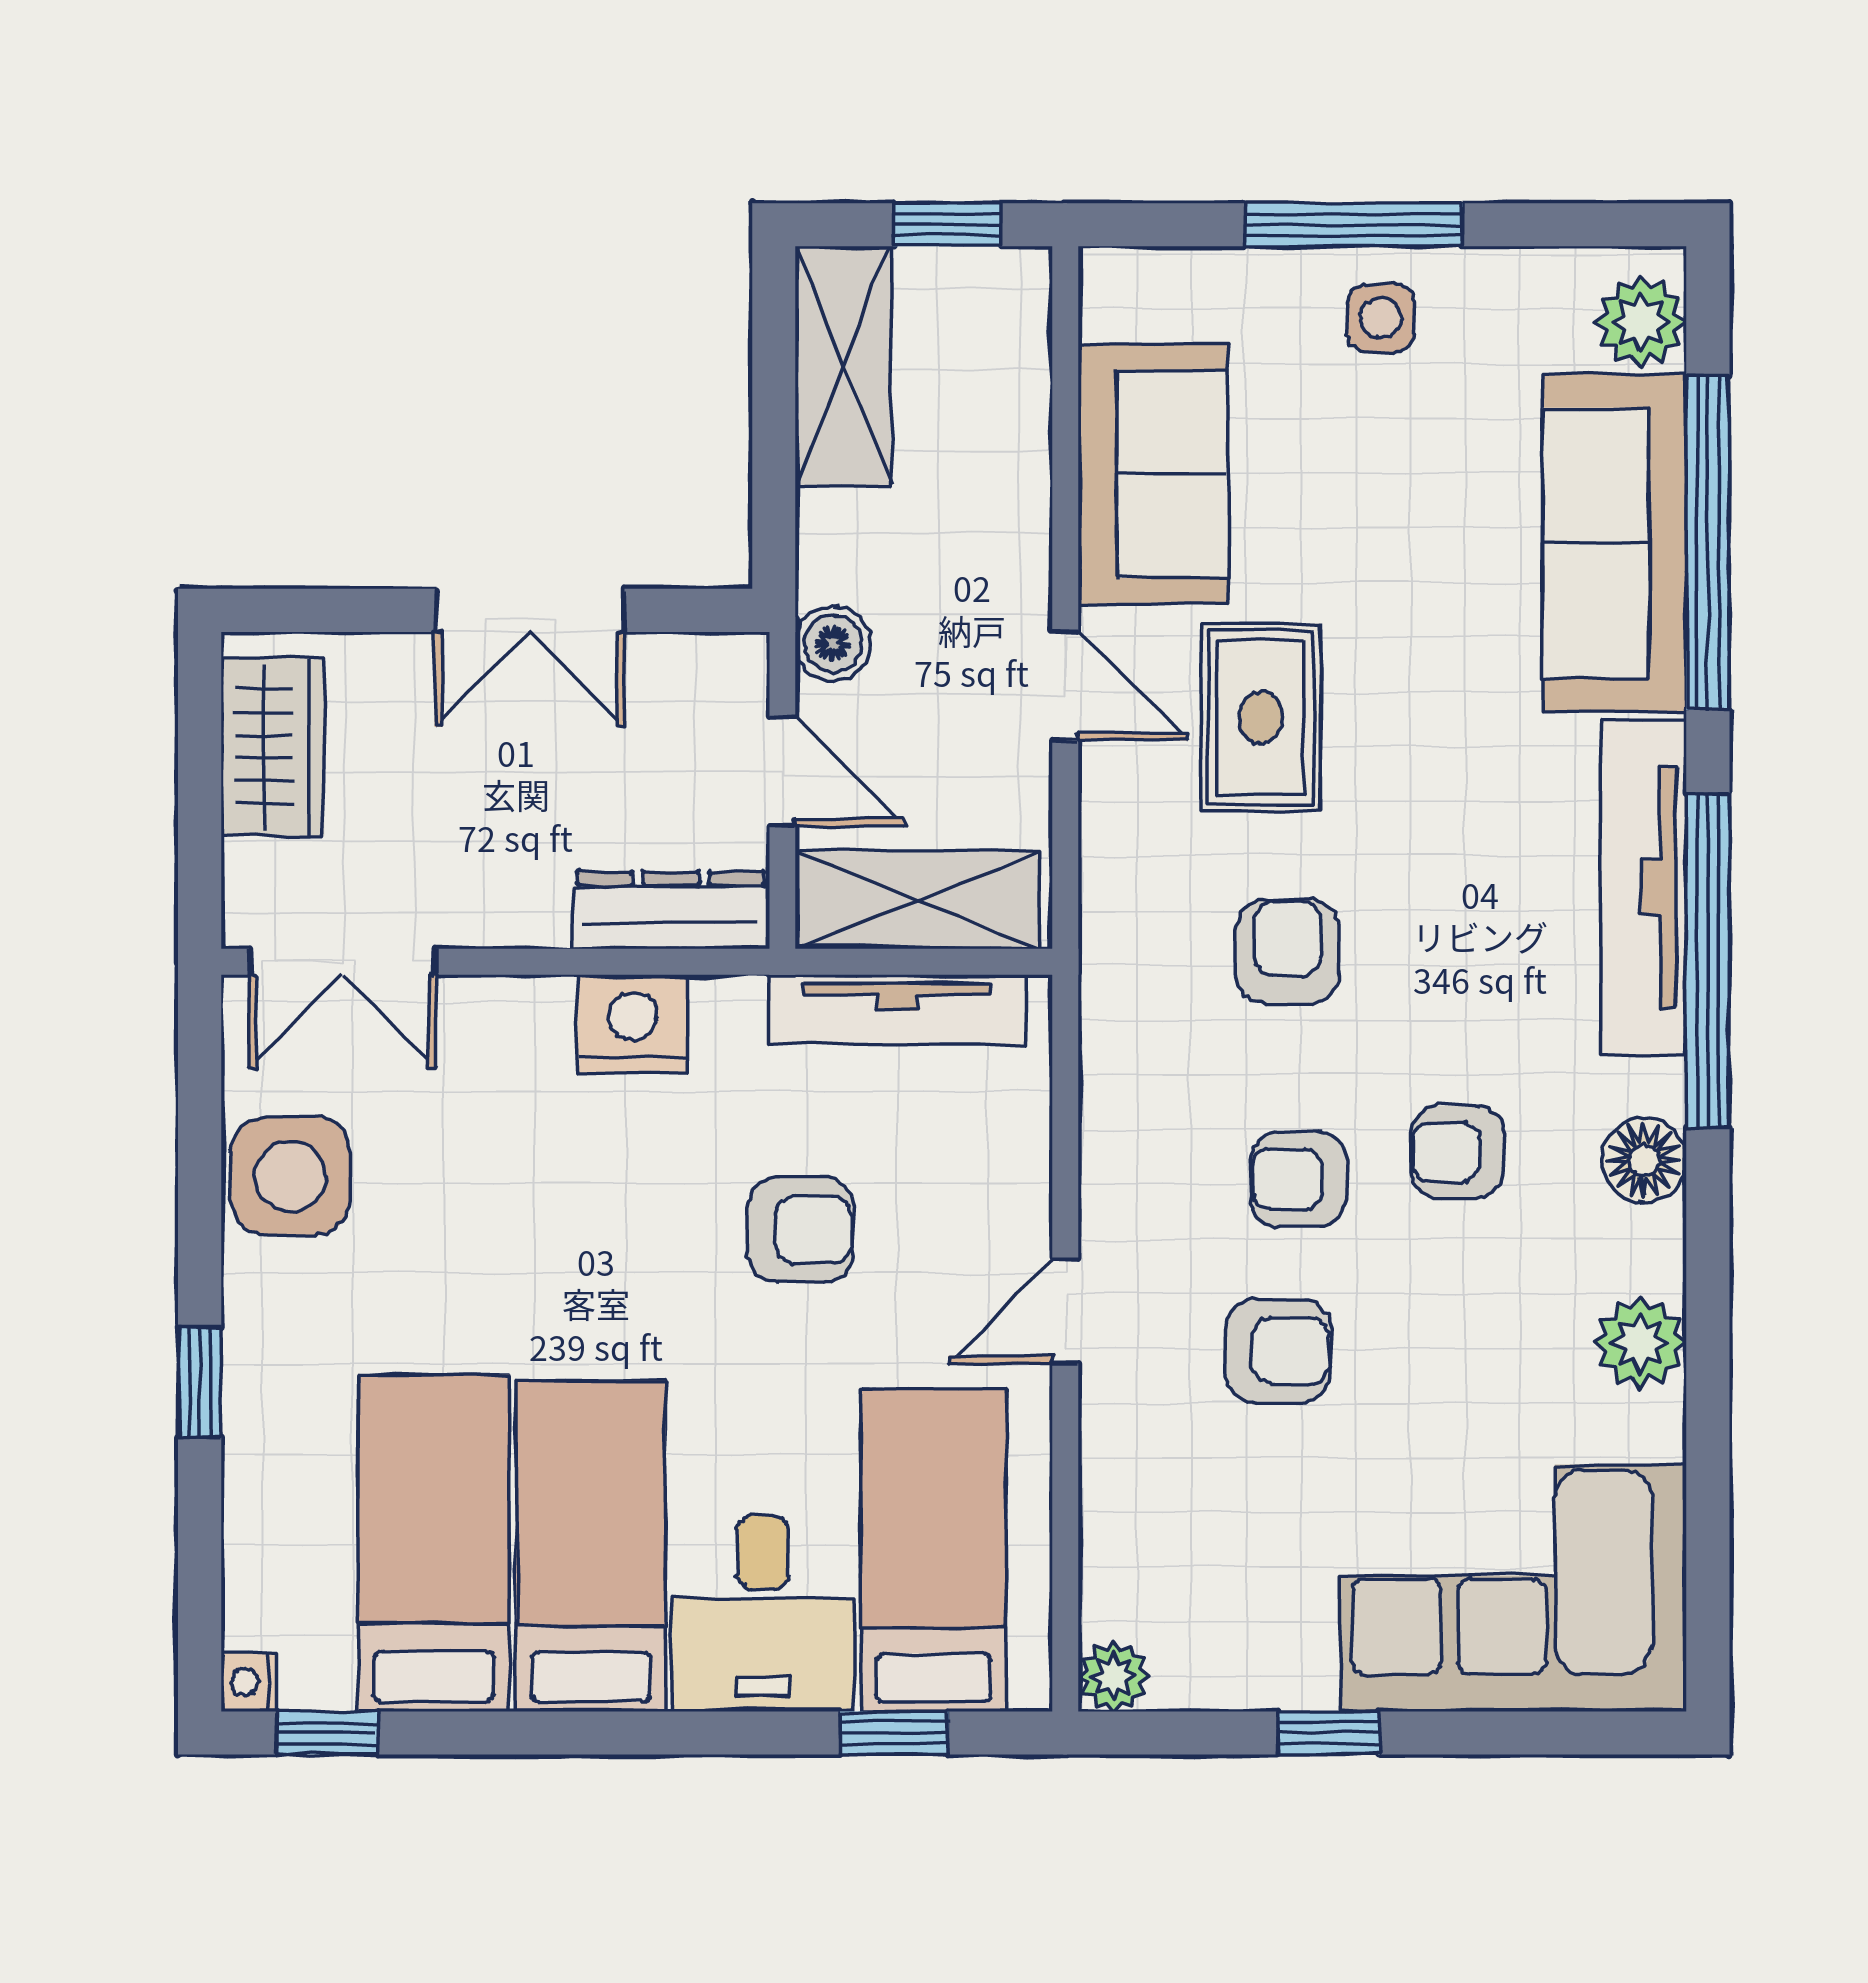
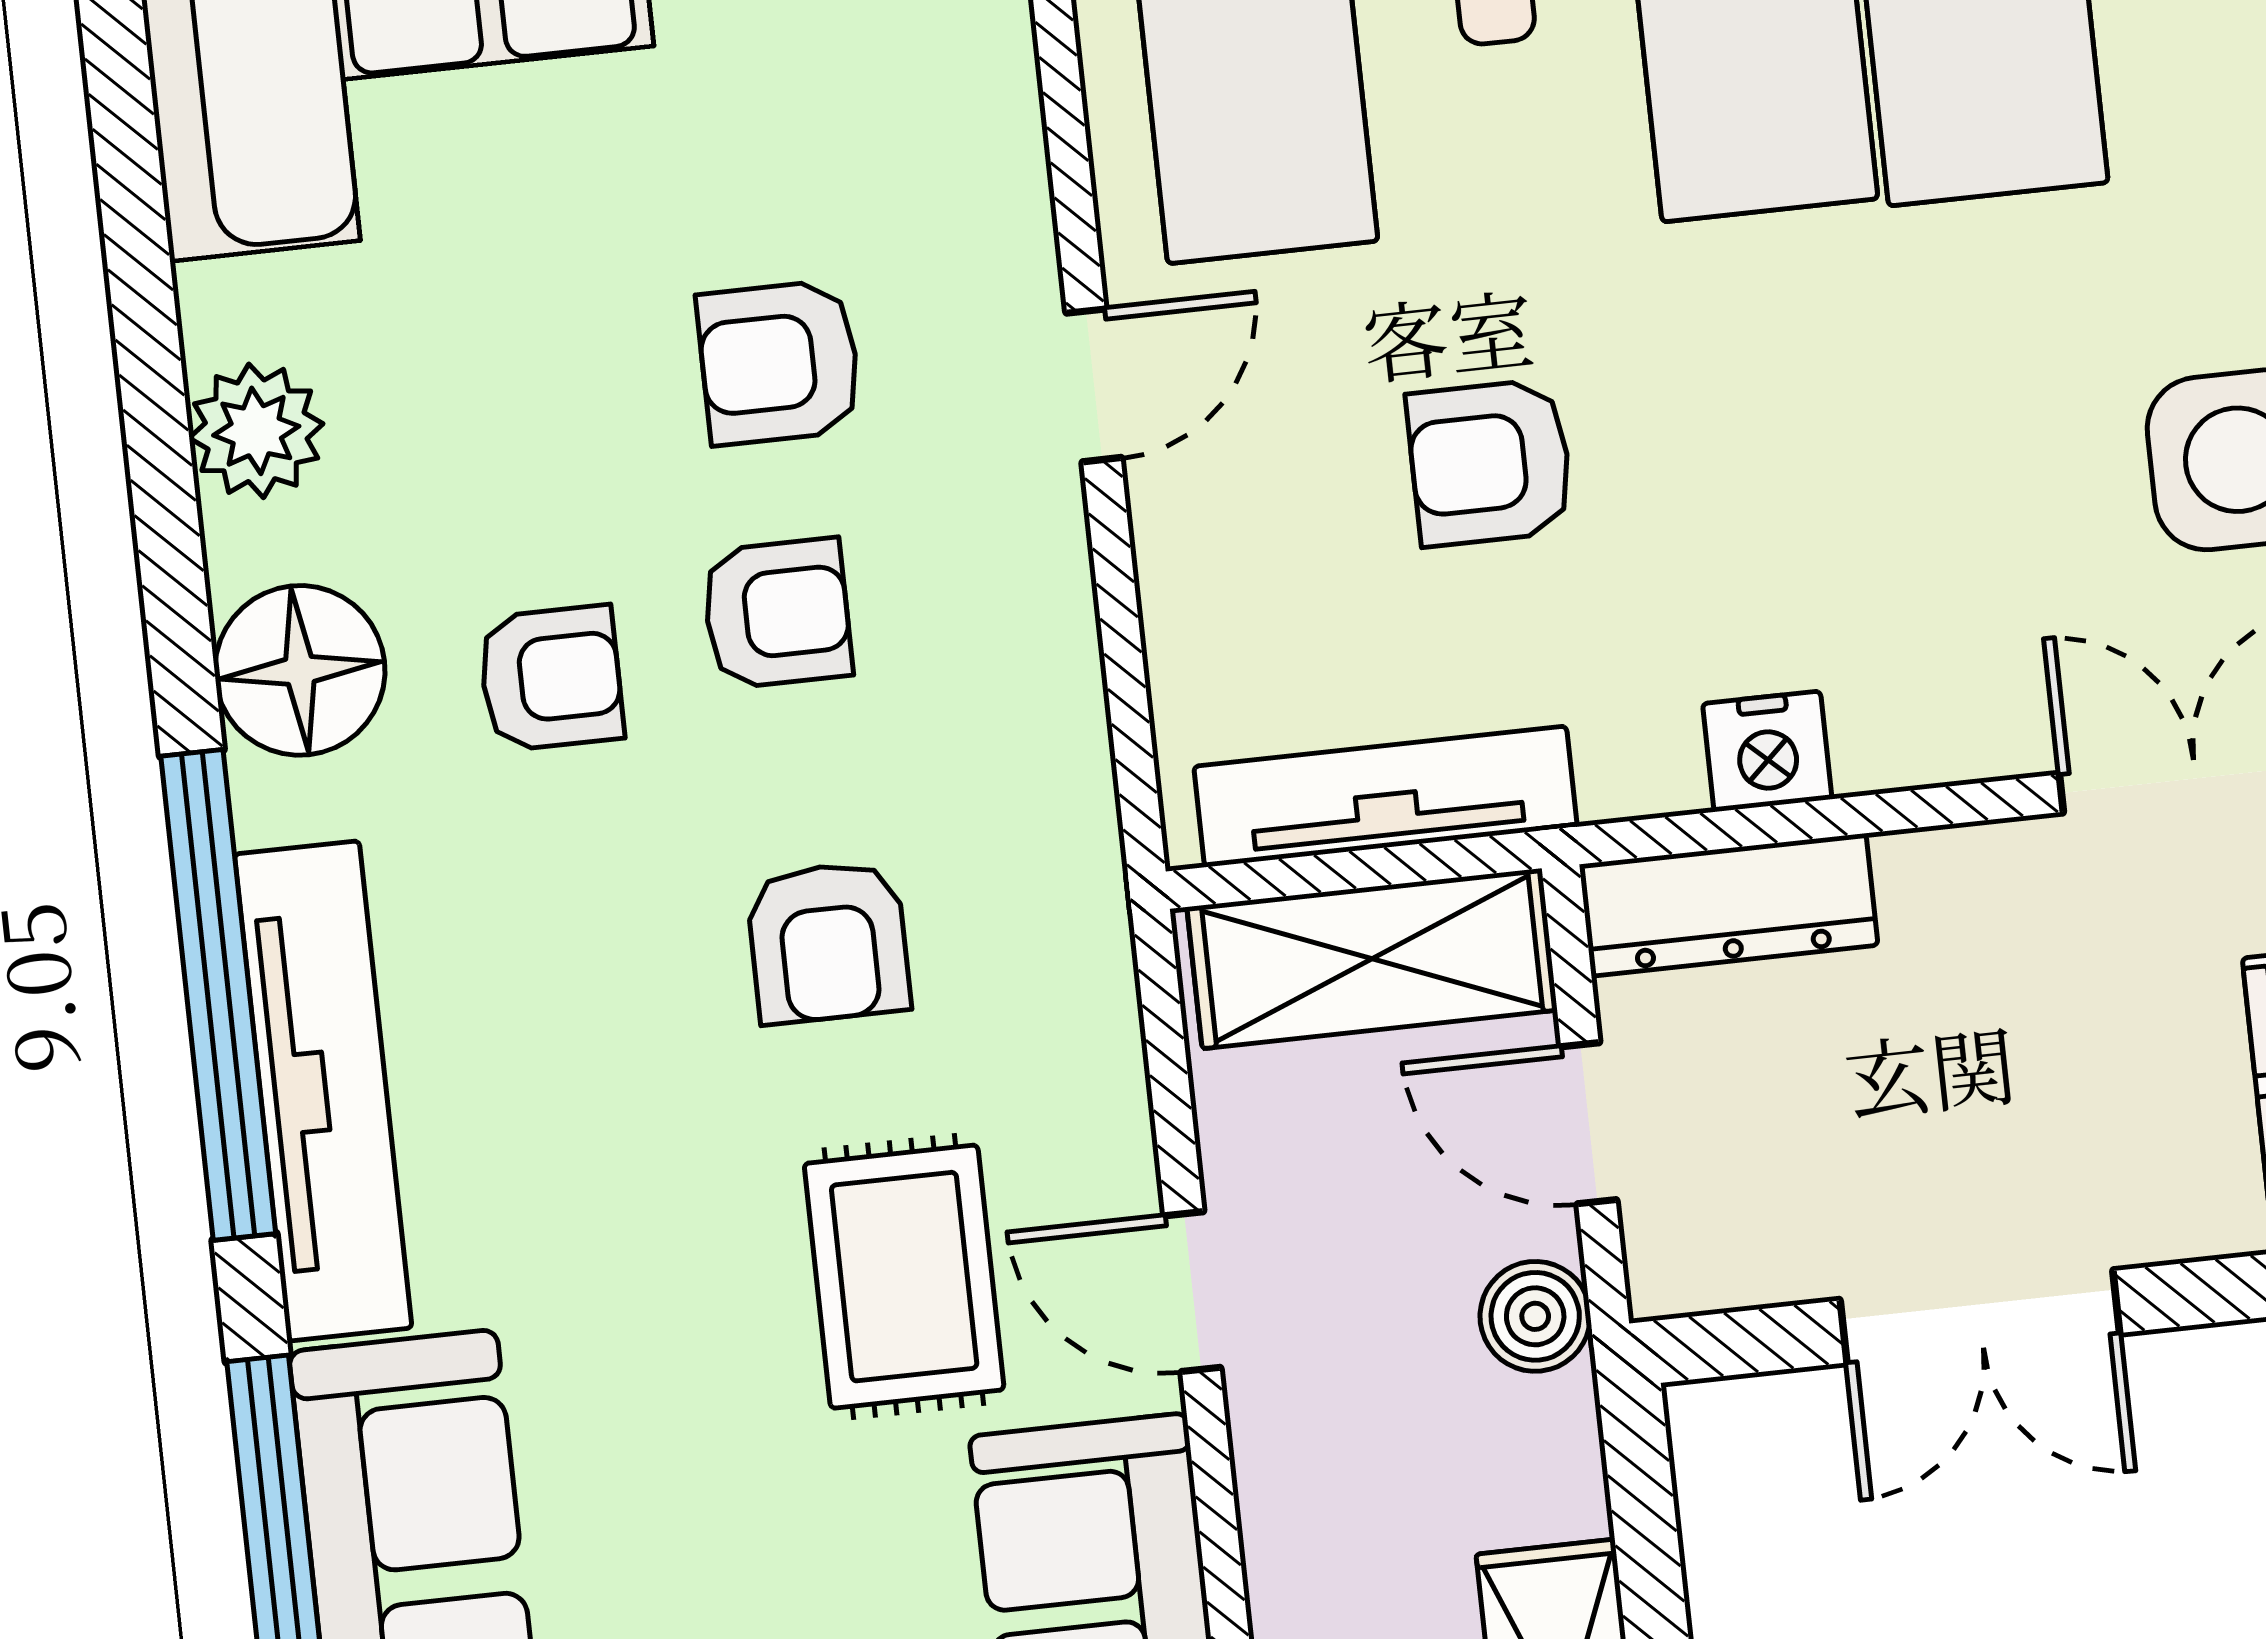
double door: (530, 610) -> (1980, 1317), swing flipped
nightstand: (633, 1024) -> (1767, 751), width x0.74, depth x0.75
floor lamp: (1644, 1160) -> (300, 670), width x1.38, depth x1.38

